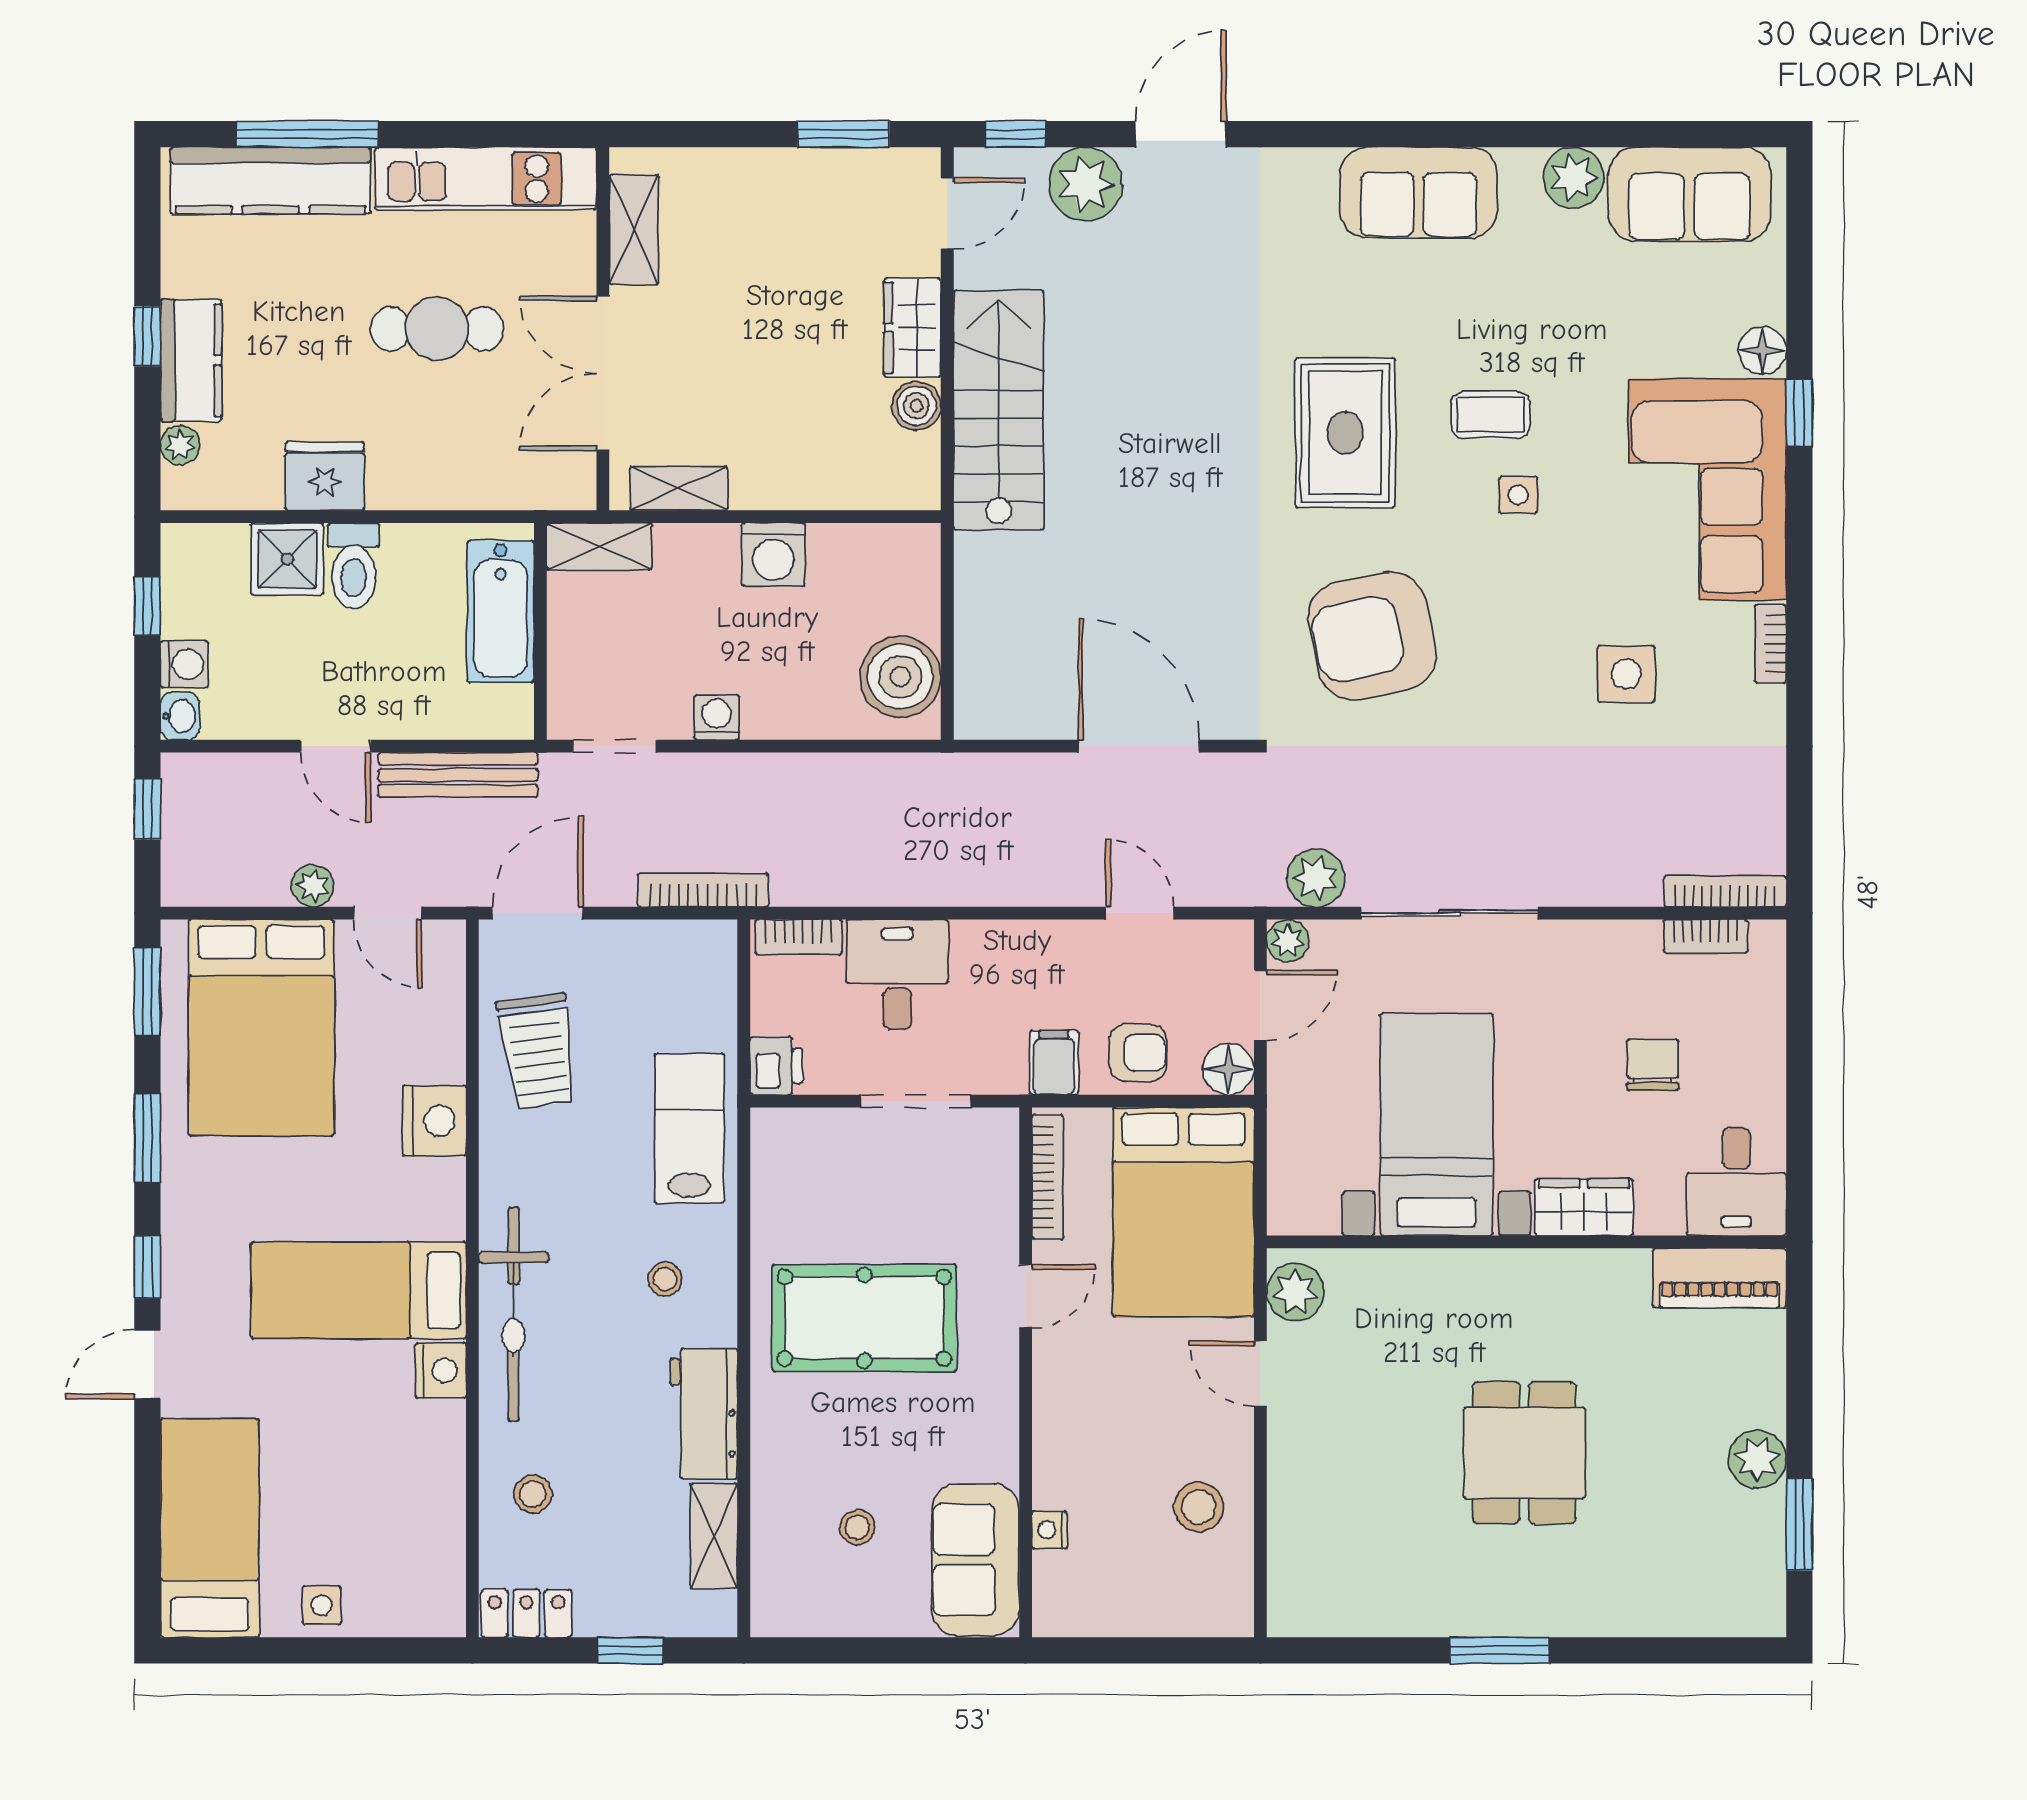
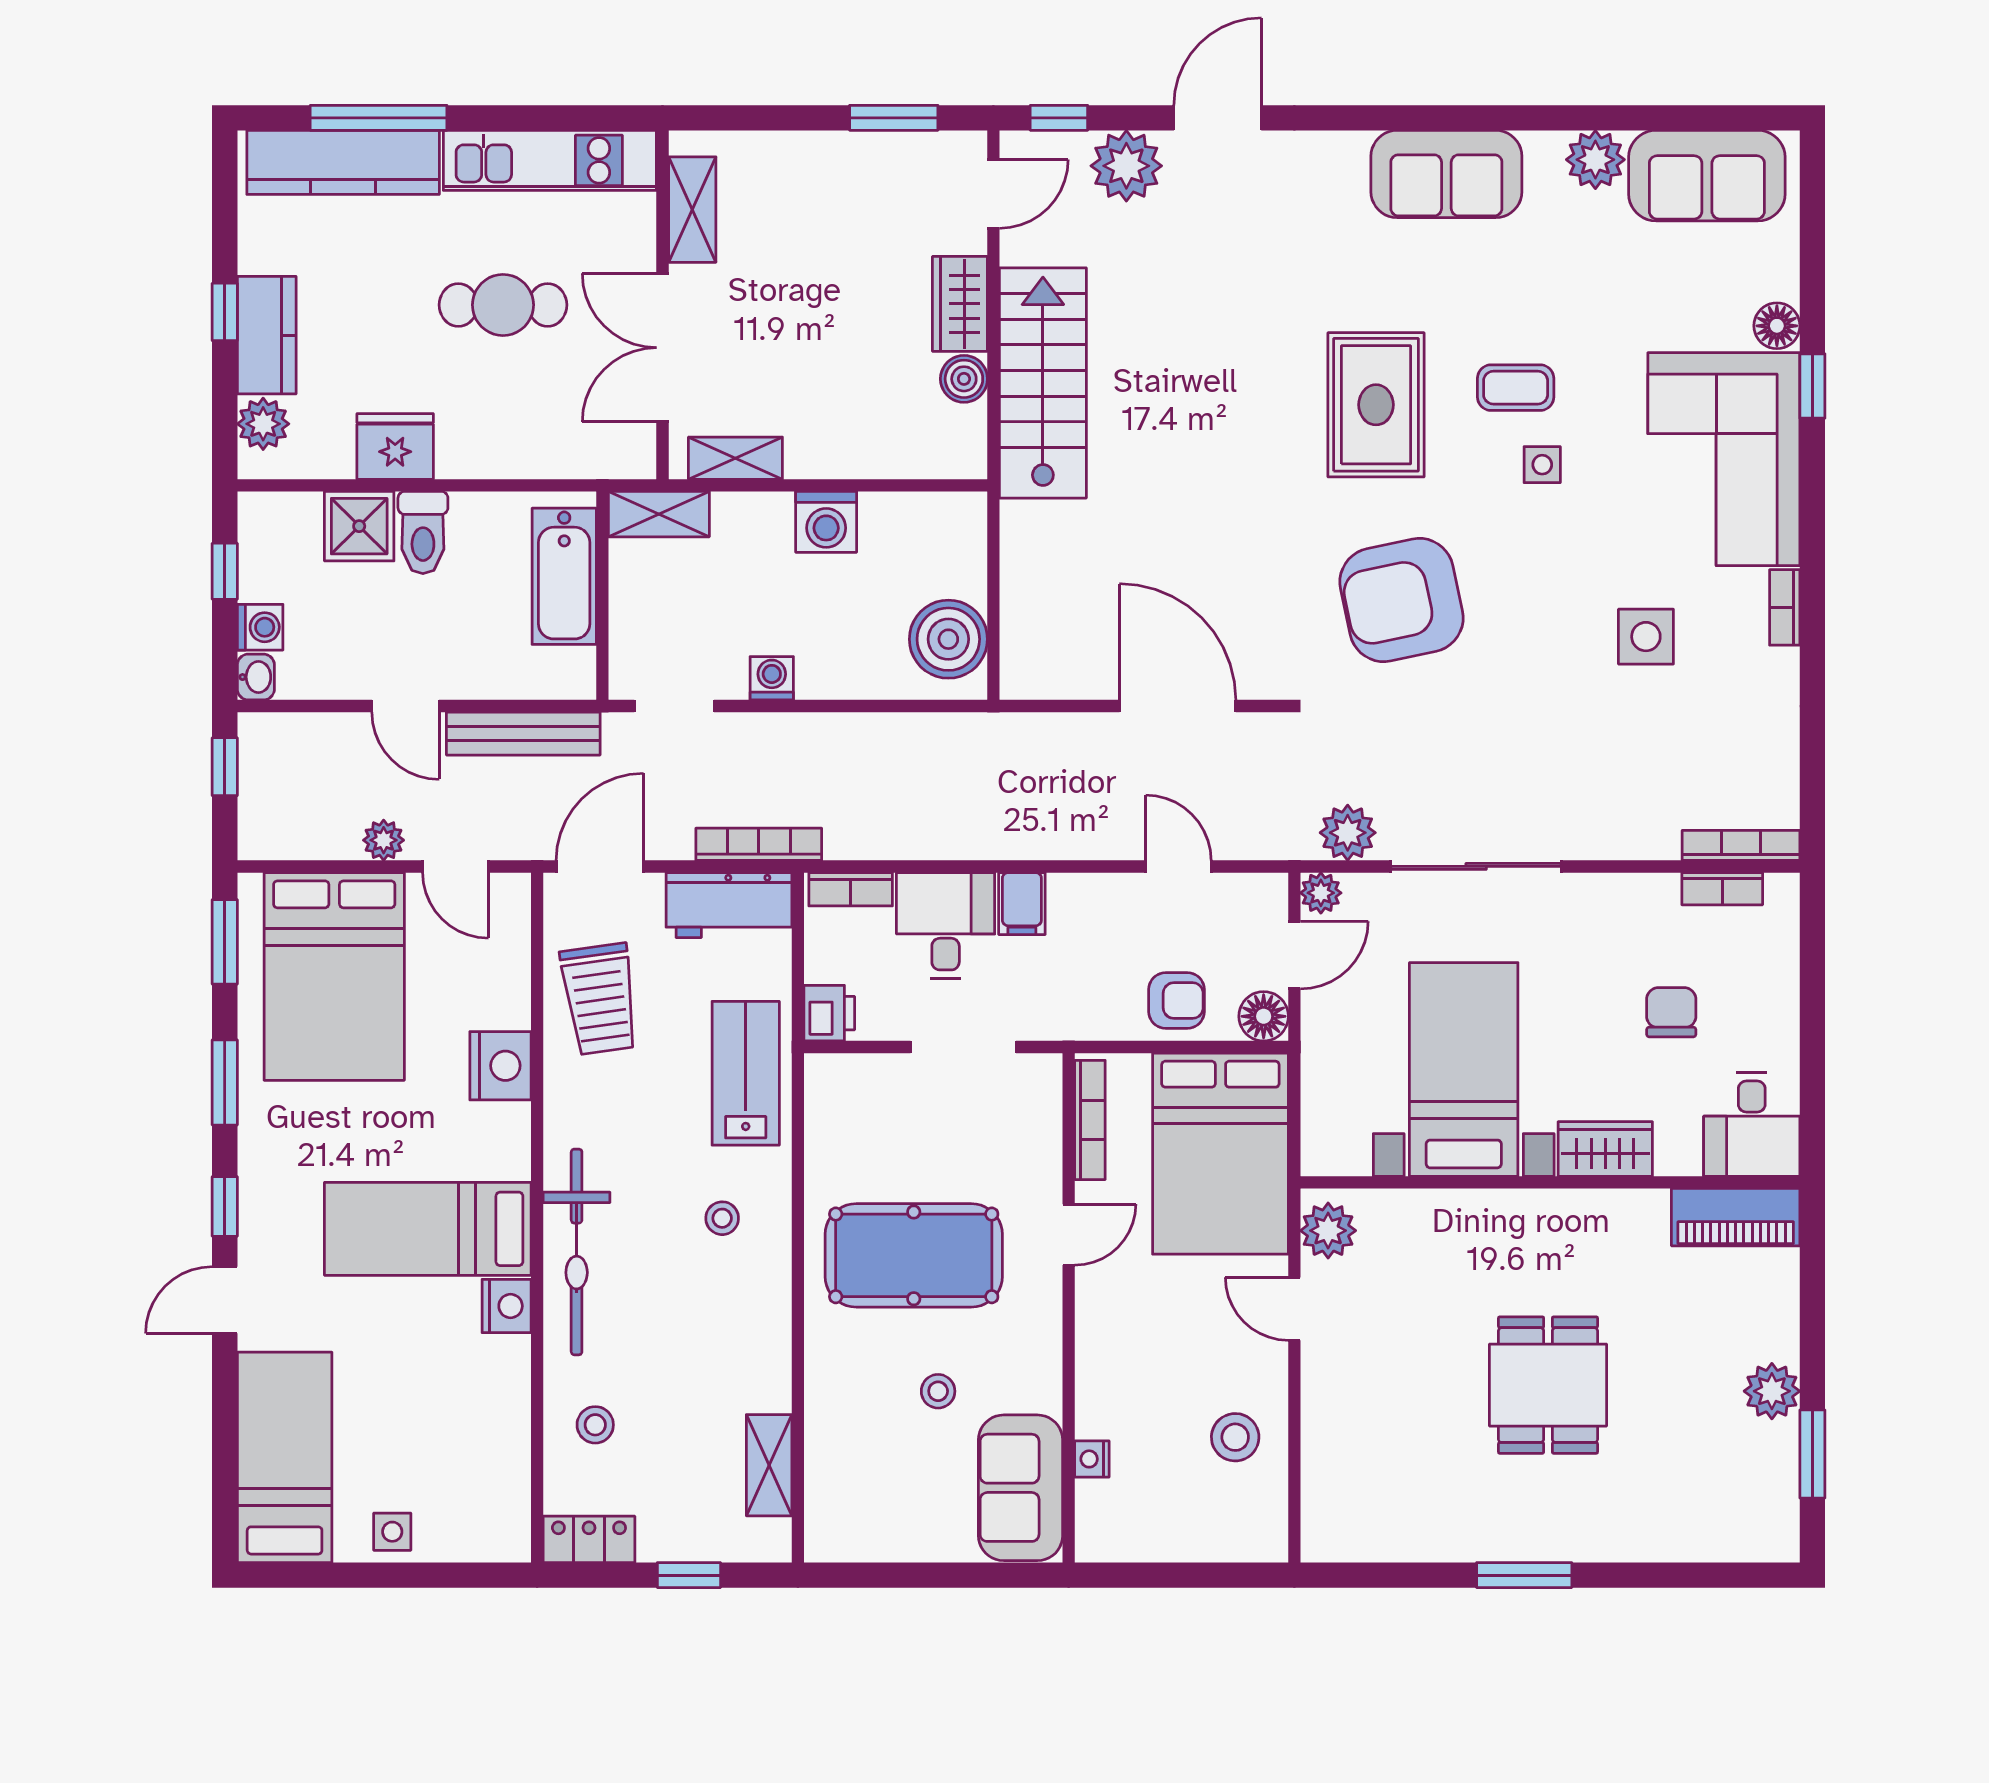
plant: (180, 445) -> (263, 424), width x1.38, depth x1.38
filing cabinet: (1054, 1063) -> (1022, 904), moved, turned 180
workbench: (704, 1414) -> (729, 905), moved, turned -90
stool: (857, 1527) -> (938, 1391), moved

